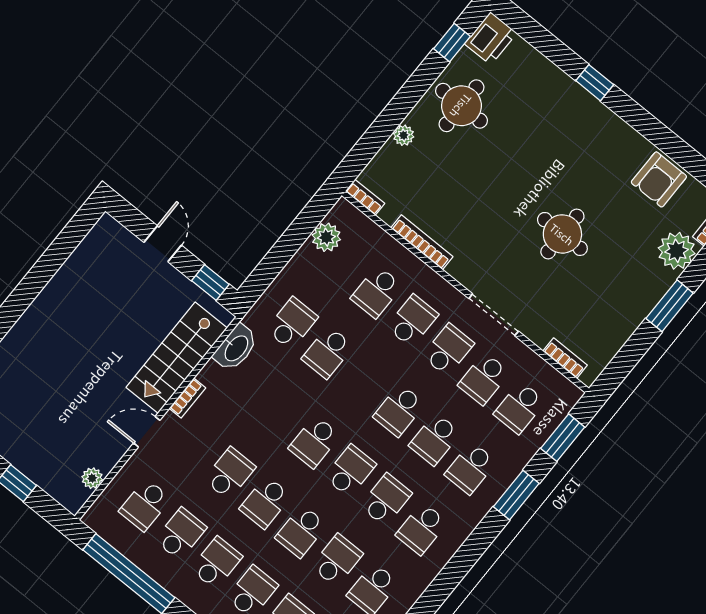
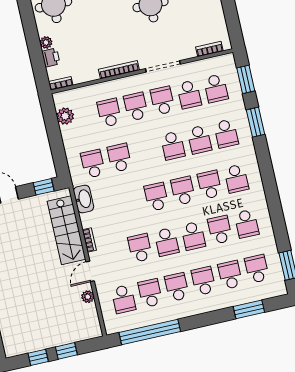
printer: (389, 157) -> (51, 58), added
bookcase: (422, 242) -> (119, 70), moved
school desk: (377, 292) -> (109, 113), turned 180
school desk: (328, 352) -> (119, 158), turned 180
school desk: (314, 442) -> (156, 197), turned 180
plant: (92, 478) -> (88, 297), moved

